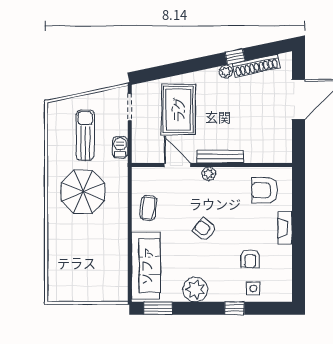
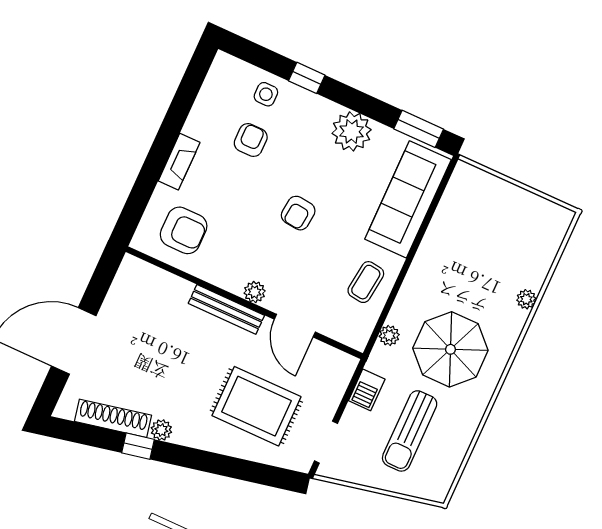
rug: (178, 110) -> (256, 406), turned 90
plant: (121, 184) -> (389, 335), added
armchair: (204, 230) -> (298, 213), turned 57
plant: (53, 240) -> (526, 299), added

